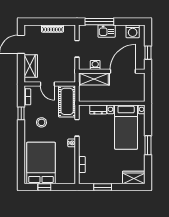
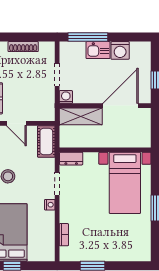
washing machine: (133, 31) -> (120, 50), moved
washing machine: (95, 65) -> (66, 97), moved
cot: (67, 101) -> (46, 141), width x0.73, depth x0.75
dresser: (98, 110) -> (71, 159), moved
wardrobe: (134, 177) -> (136, 252), removed

